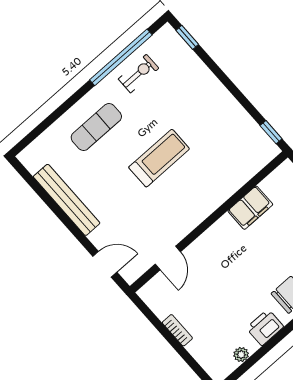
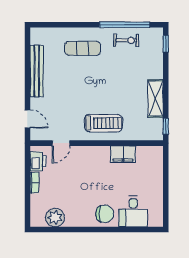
shelving: (231, 111) -> (156, 99), added
treadmill: (159, 158) -> (103, 123), moved
printer: (265, 327) -> (38, 161), moved, turned 90
plant: (241, 355) -> (55, 218), width x1.88, depth x1.88

